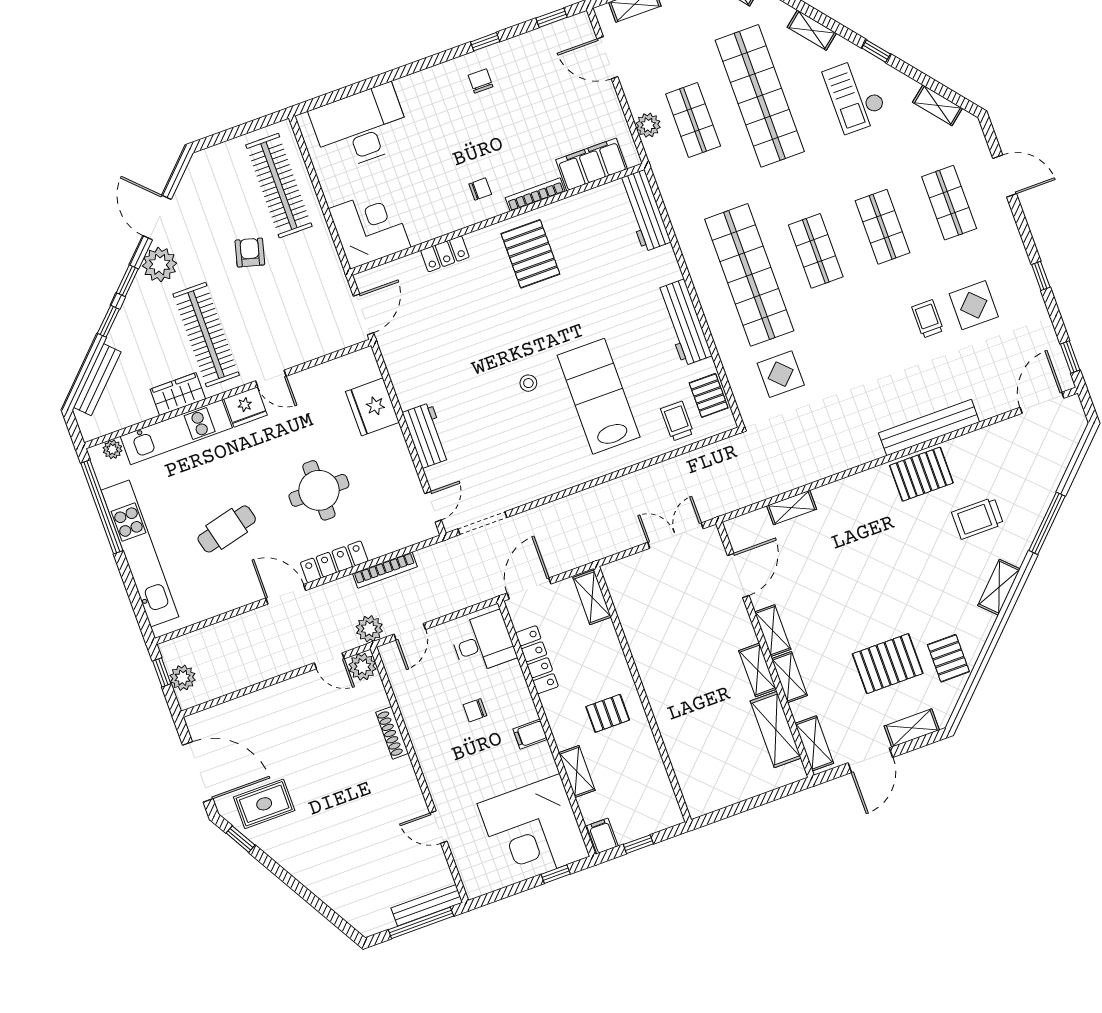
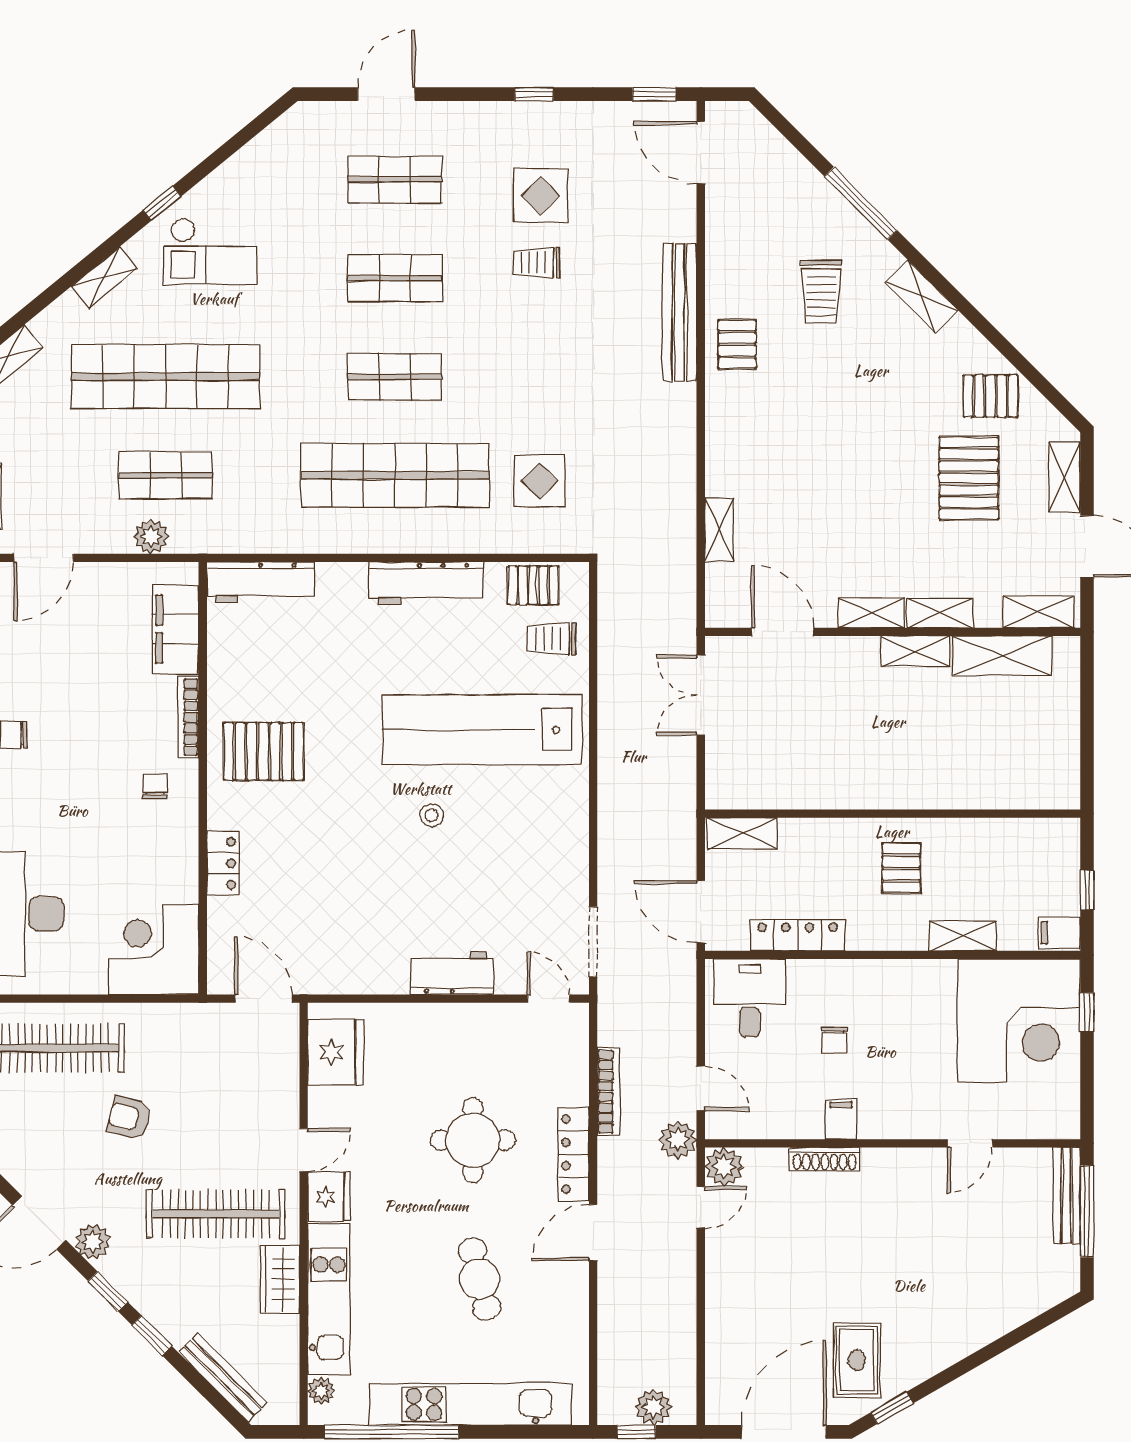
shelving: (937, 105) -> (262, 149), removed
plant: (160, 265) -> (93, 1242), width x0.73, depth x0.73
lab bench: (599, 396) -> (482, 730), width x1.36
fridge: (372, 407) -> (336, 1052), moved, turned -90
pallet: (921, 474) -> (737, 344), width x0.67, depth x0.71
filing cabinet: (530, 734) -> (841, 1119), moved, turned 180

